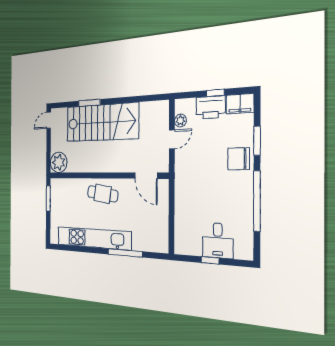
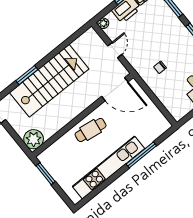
plant: (180, 120) -> (103, 23), moved
chair: (239, 159) -> (160, 67), moved, width x0.54, depth x0.54
door: (146, 176) -> (115, 89), width x1.36

